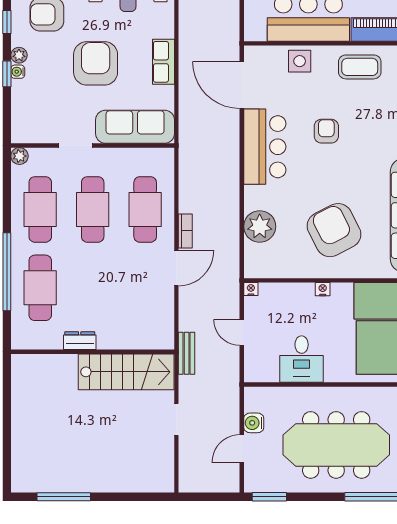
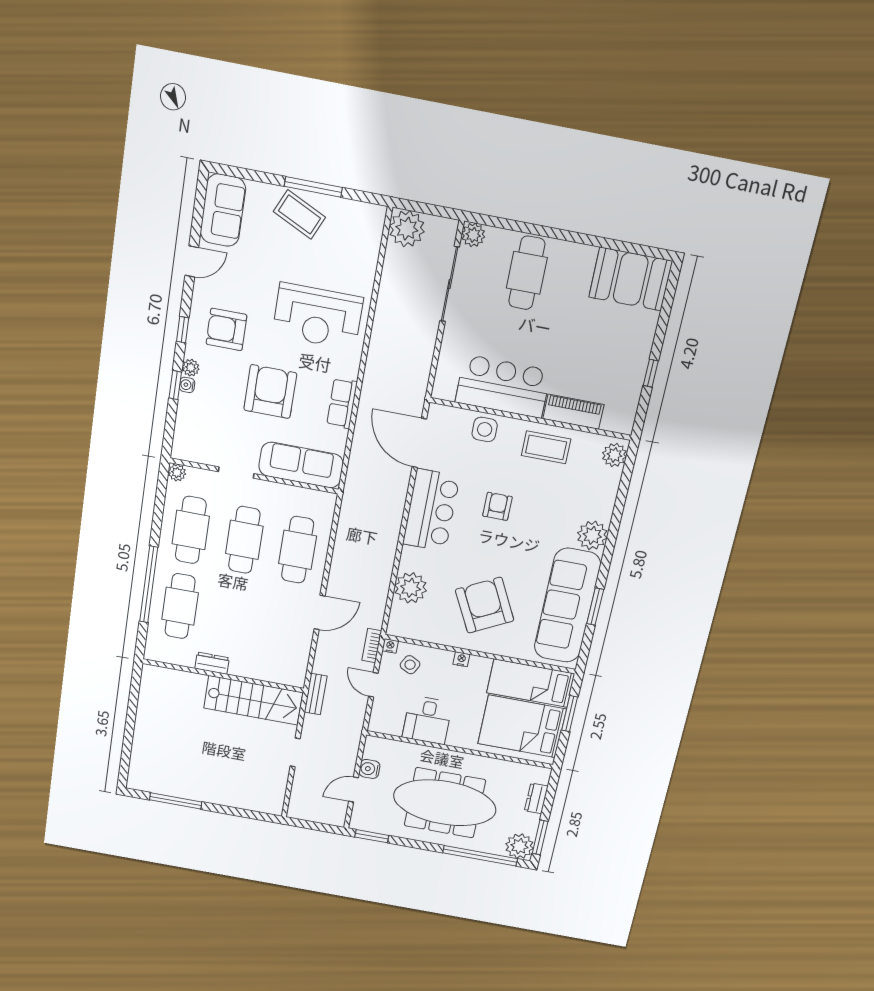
bookcase: (185, 231) -> (372, 646), moved, turned 180
side table: (274, 305) -> (410, 665), added

